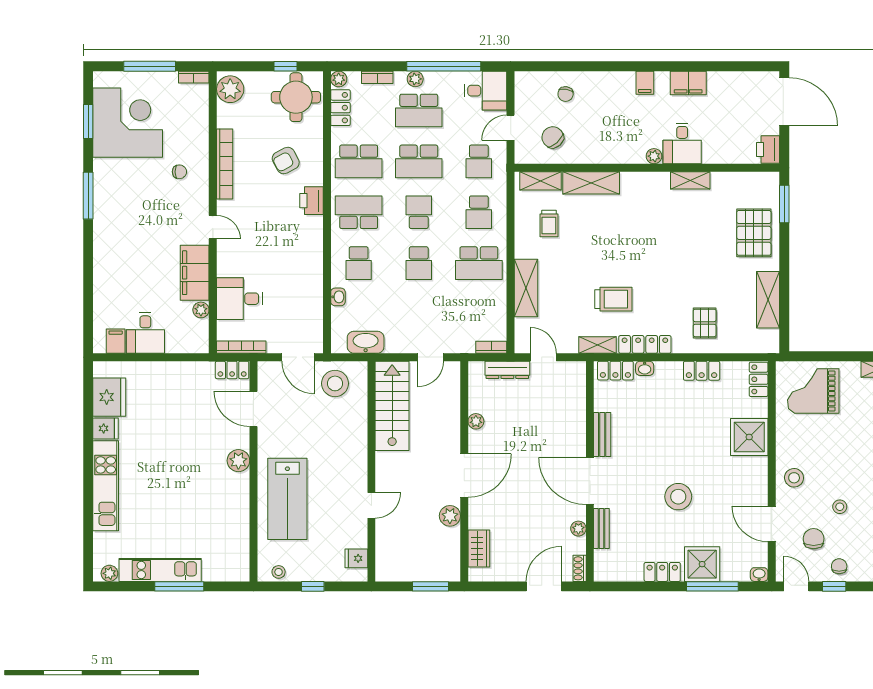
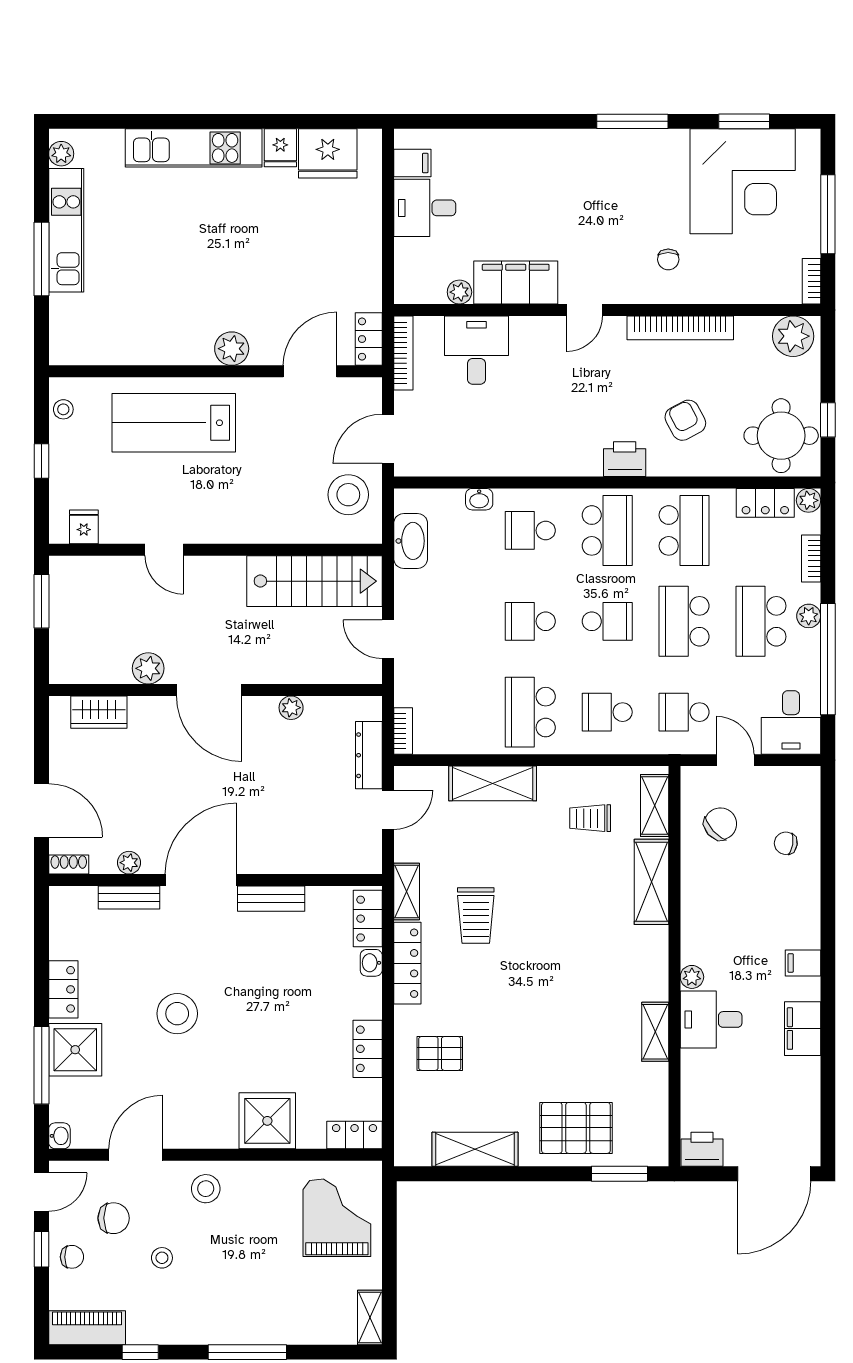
school desk: (359, 161) -> (684, 530), turned 180
window: (431, 586) -> (42, 601), moved

